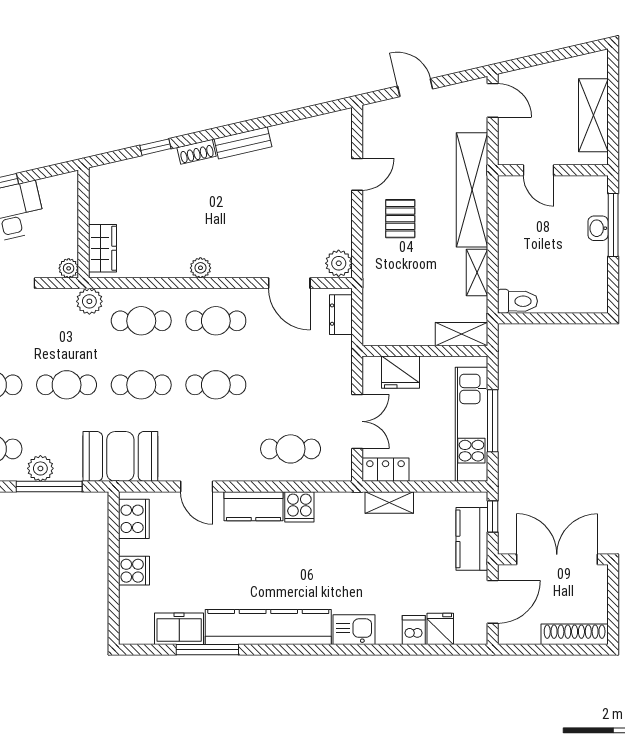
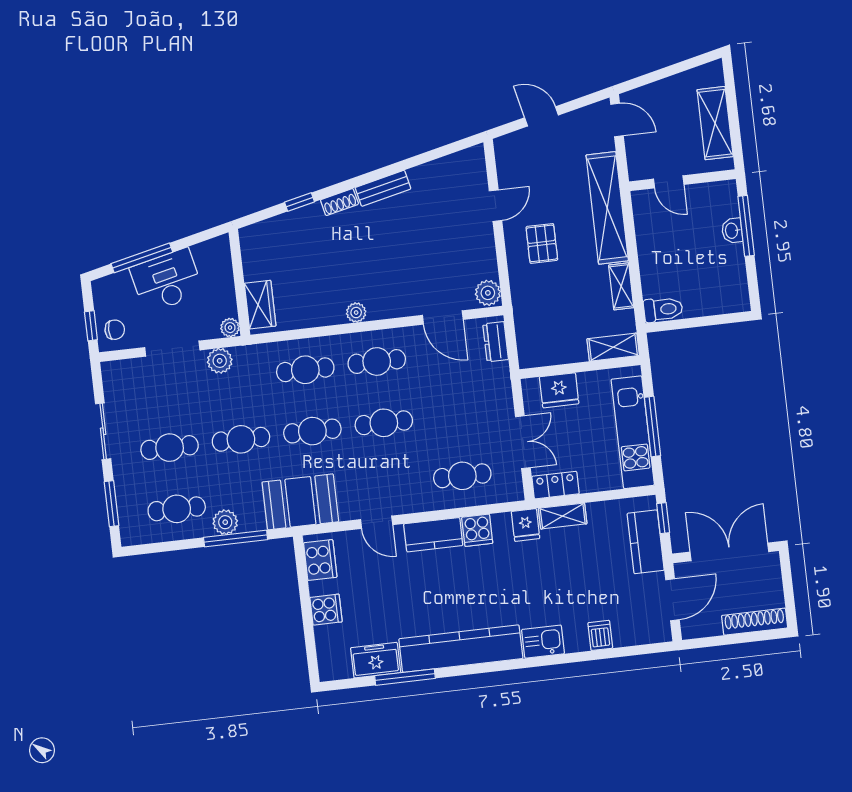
plant: (89, 301) -> (220, 361), moved
fridge: (440, 629) -> (526, 525), moved, turned 180

